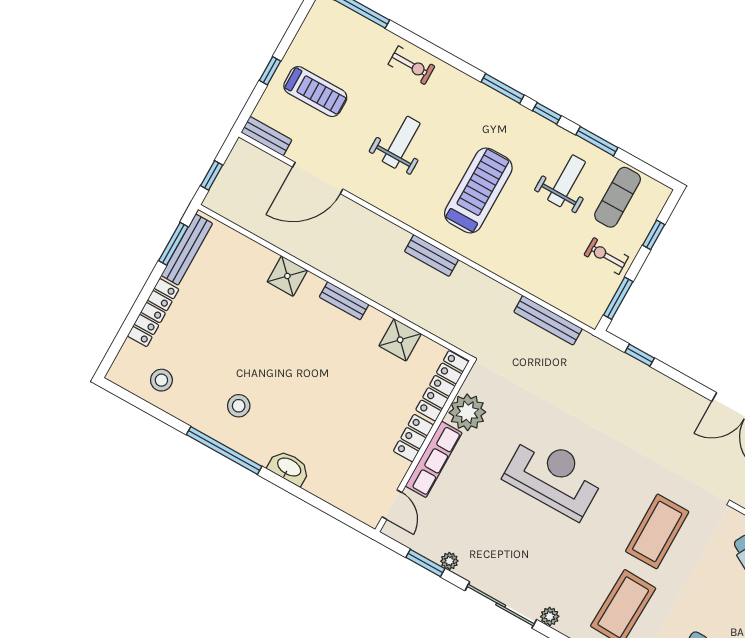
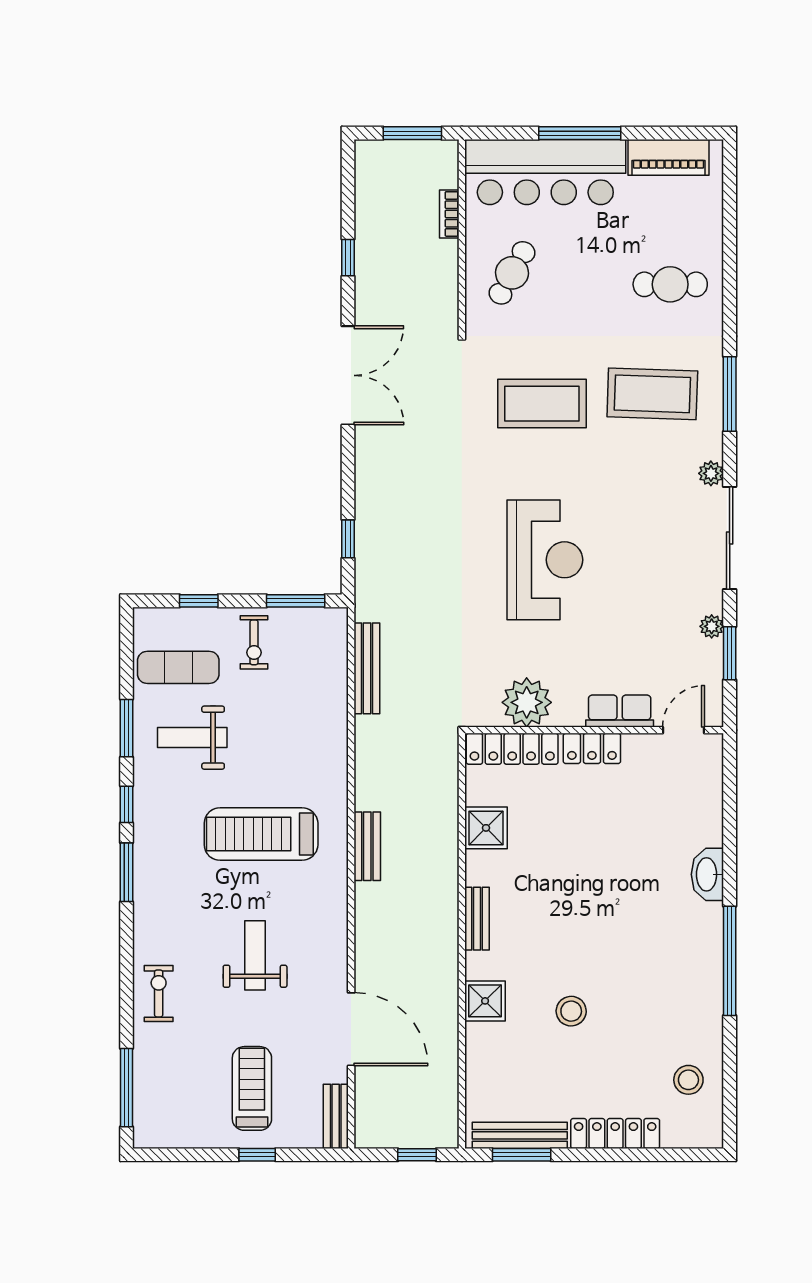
weight bench: (401, 142) -> (255, 955), turned 90
stool: (239, 406) -> (571, 1011), moved
row of seats: (434, 459) -> (620, 711), width x0.68
reception desk: (554, 476) -> (545, 560), turned 180

